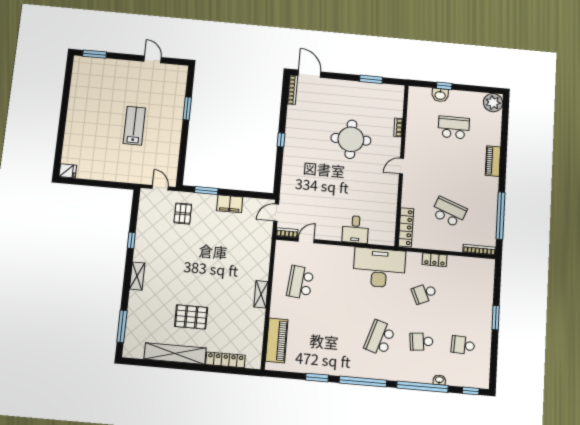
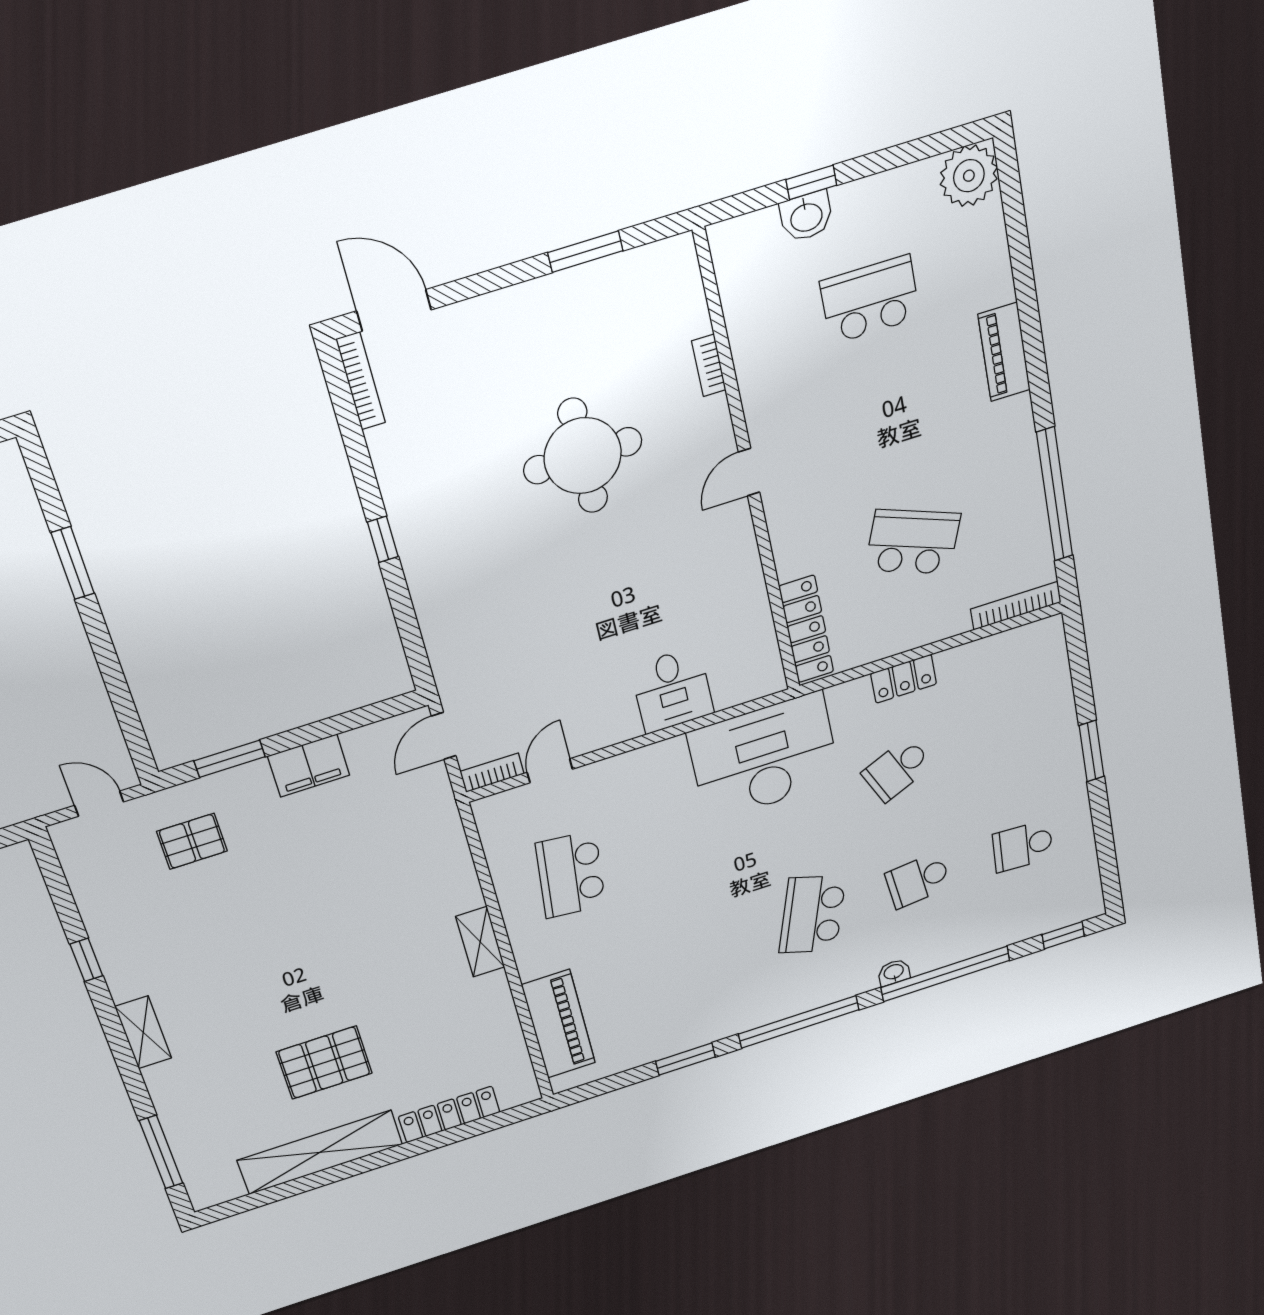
pallet: (183, 214) -> (192, 841), turned 90
washbasin: (439, 380) -> (894, 972), moved

